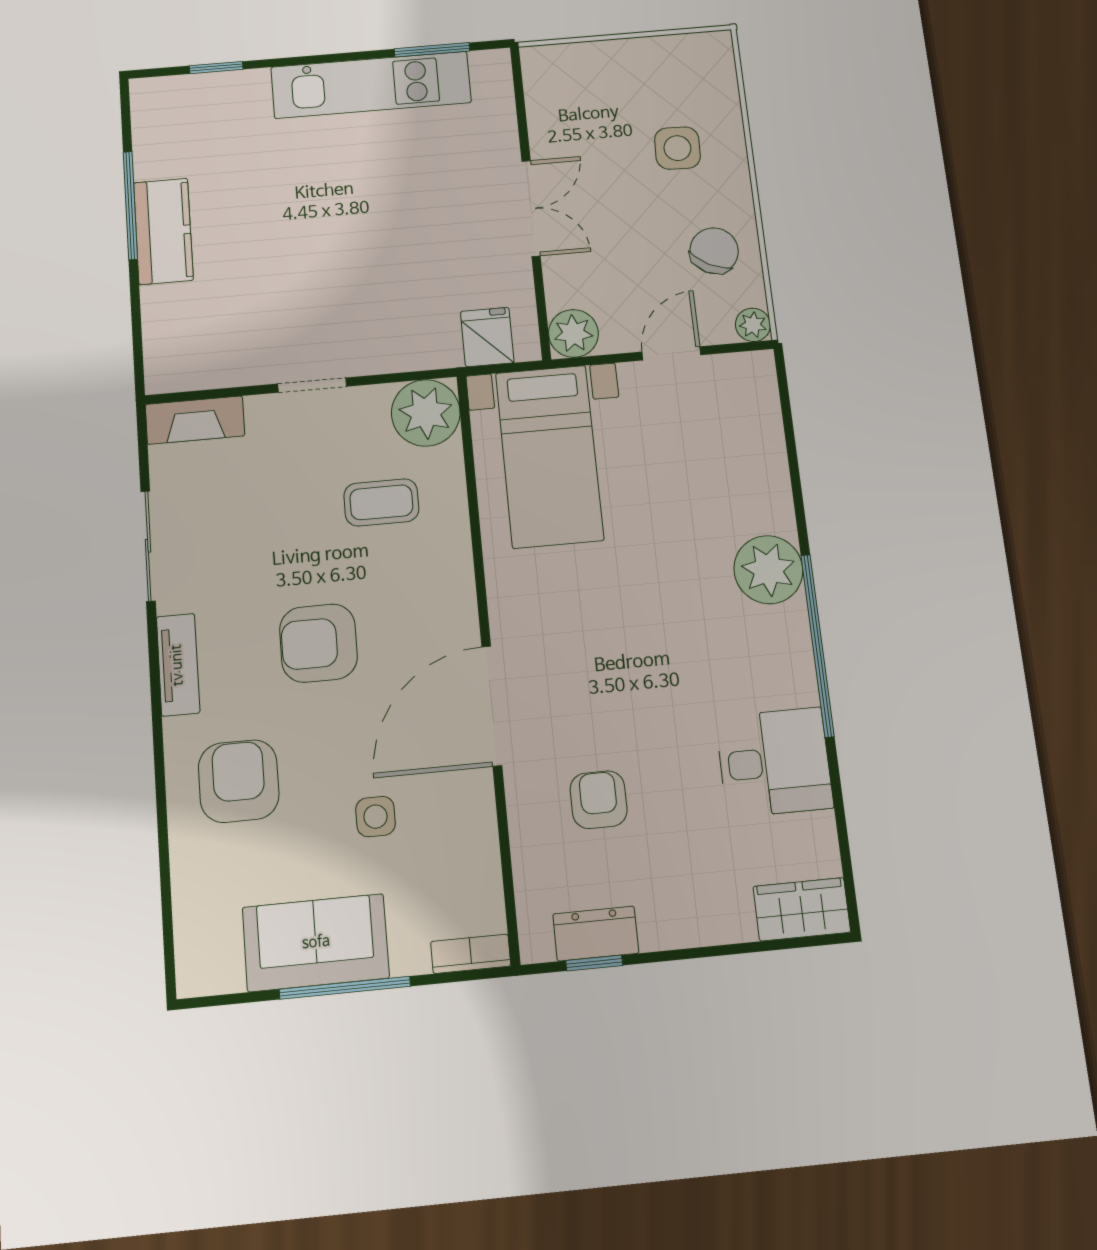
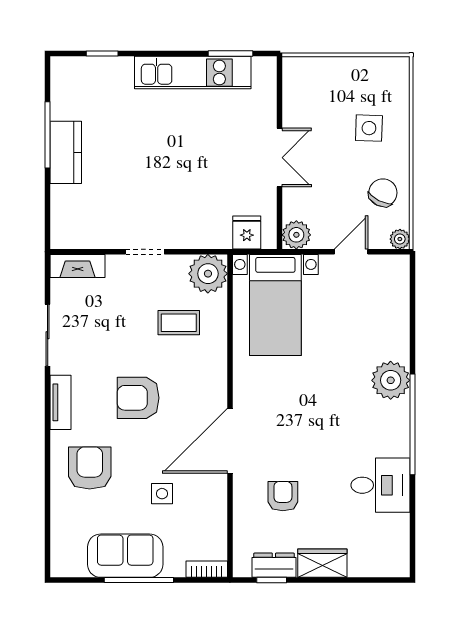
wardrobe: (802, 909) -> (322, 563), moved

